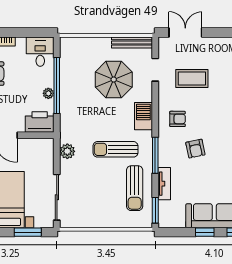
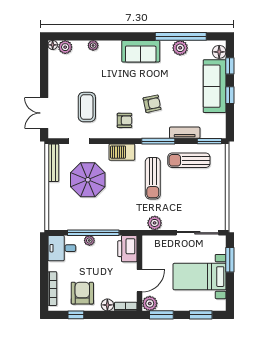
plant: (48, 93) -> (89, 240), moved
armchair: (178, 119) -> (124, 120), turned 90
sun lounger: (135, 188) -> (189, 160), turned 180

